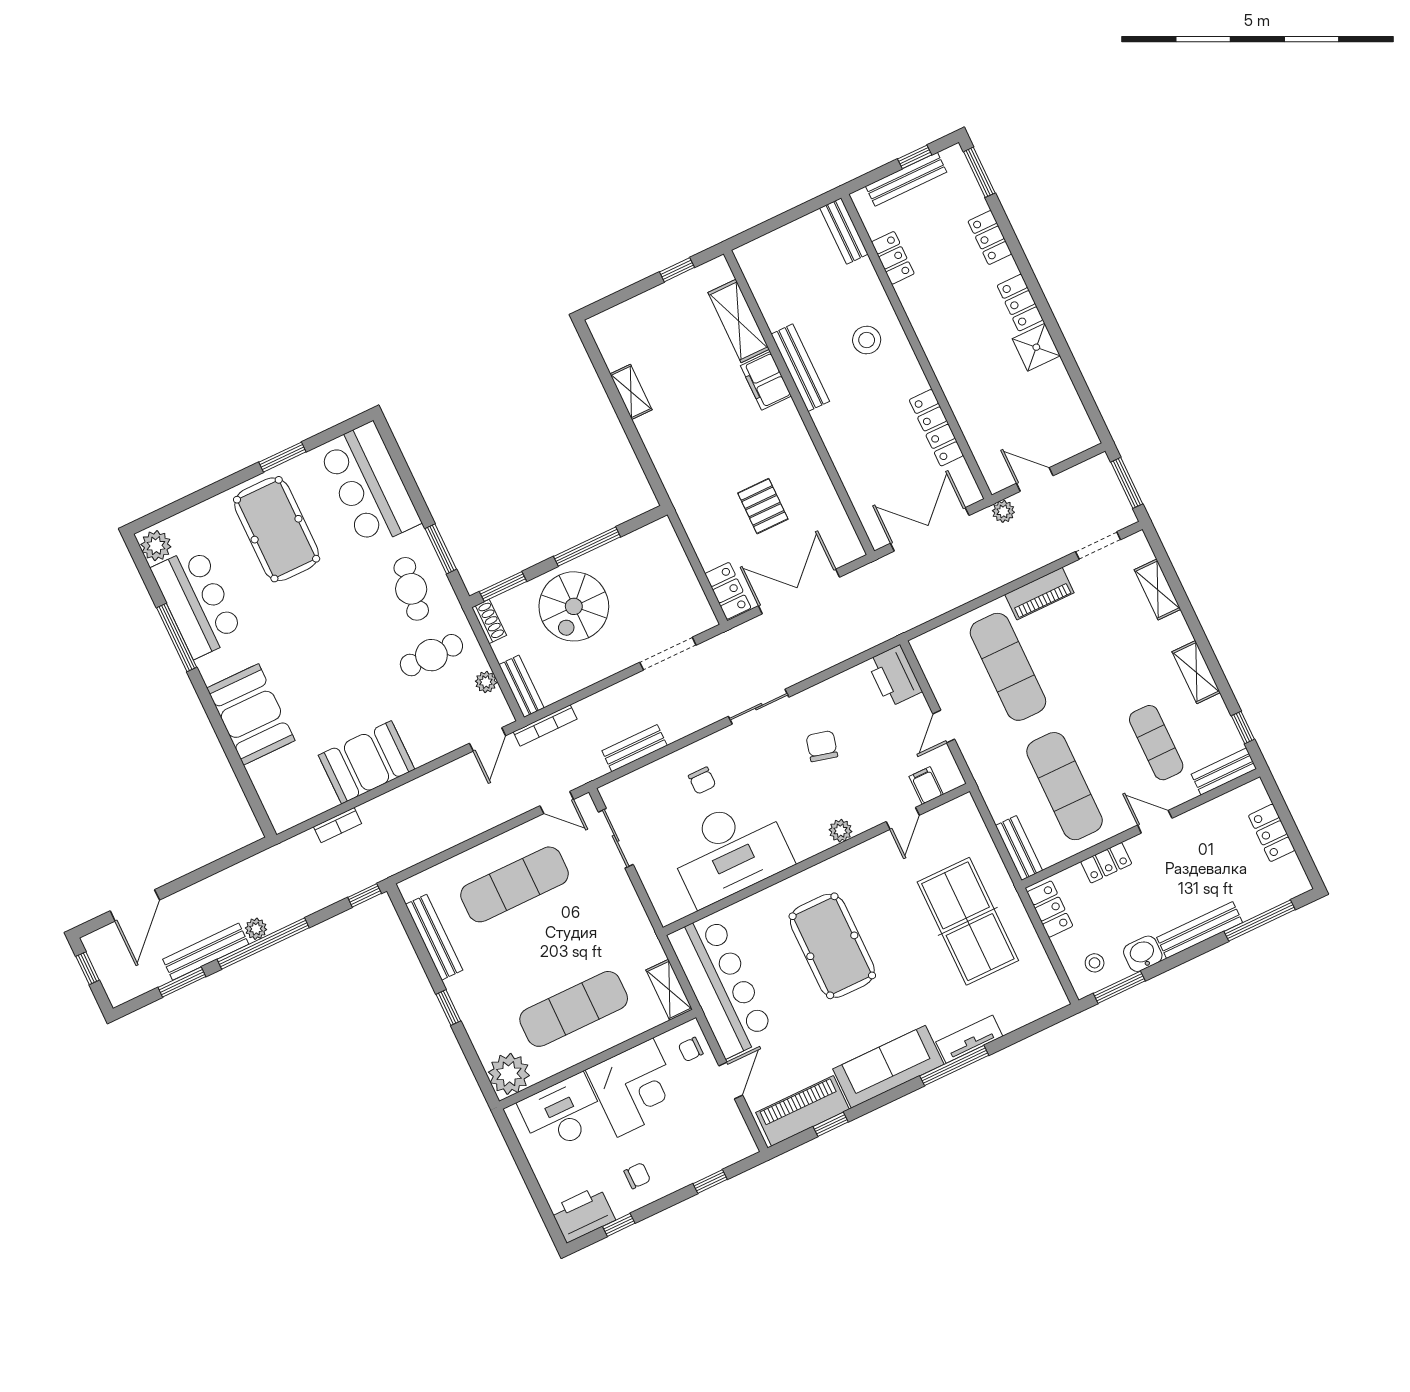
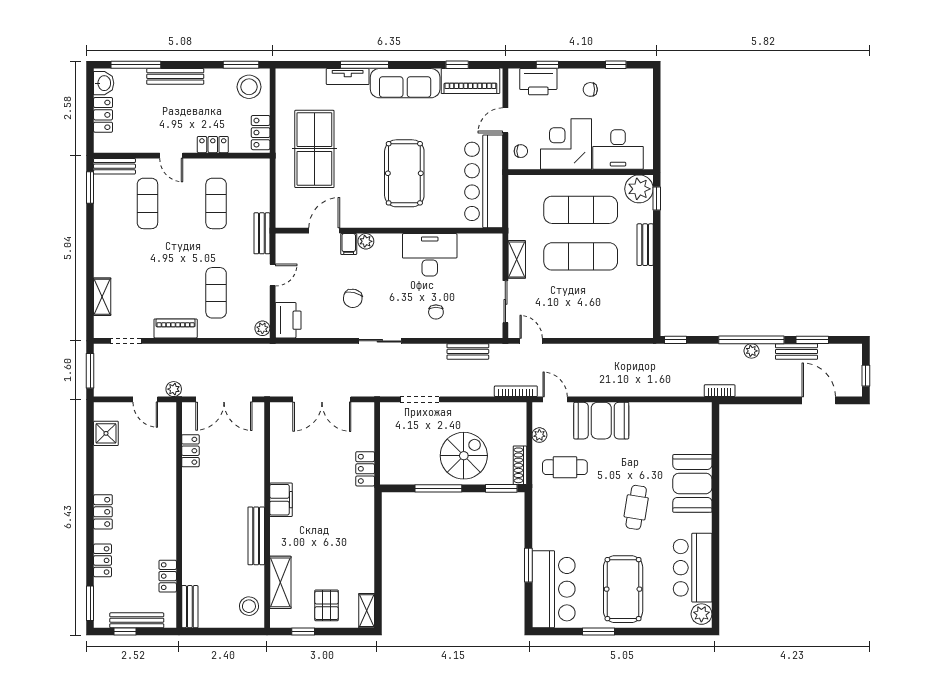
stool: (867, 340) -> (249, 606), moved
shower: (1036, 347) -> (106, 433), moved
filing cabinet: (766, 381) -> (281, 500), moved
shelving: (631, 392) -> (367, 611), moved
locker: (936, 428) -> (190, 451), width x0.66
pallet: (763, 506) -> (327, 605), moved
window: (441, 549) -> (528, 565), moved
cafe table: (411, 589) -> (636, 507), moved
locker: (728, 591) -> (365, 469), moved
shoe rack: (489, 621) -> (520, 465), width x1.43
window: (177, 638) -> (715, 552), removed
plant: (924, 649) -> (262, 328), added
exercise mat: (1008, 667) -> (216, 293), width x0.73, depth x0.69
shelving: (1196, 672) -> (103, 235), removed
bench: (521, 686) -> (519, 422), removed
window: (1243, 727) -> (90, 188), width x1.50
door: (487, 739) -> (555, 399), hinge flipped
booth: (367, 762) -> (601, 421), moved
chair: (702, 781) -> (436, 312), turned 180
filing cabinet: (926, 785) -> (349, 244), moved
exercise mat: (1065, 786) -> (216, 203), width x0.73, depth x0.69
door: (903, 818) -> (324, 231), width x1.38
bookcase: (338, 825) -> (720, 391), moved
bench: (1019, 848) -> (262, 233), moved
desk: (730, 851) -> (430, 255), width x0.73, depth x0.77
exercise mat: (515, 884) -> (581, 256), moved
door: (135, 905) -> (819, 400), hinge flipped
bench: (434, 937) -> (645, 245), moved, width x0.73
bench: (206, 952) -> (796, 352), width x0.73
washbasin: (1143, 954) -> (104, 83), moved, turned -90
stool: (1095, 963) -> (249, 87), width x1.89, depth x1.89
shelving: (669, 990) -> (517, 259), moved
window: (448, 1008) -> (657, 199), moved
printer: (583, 1214) -> (538, 82), moved

